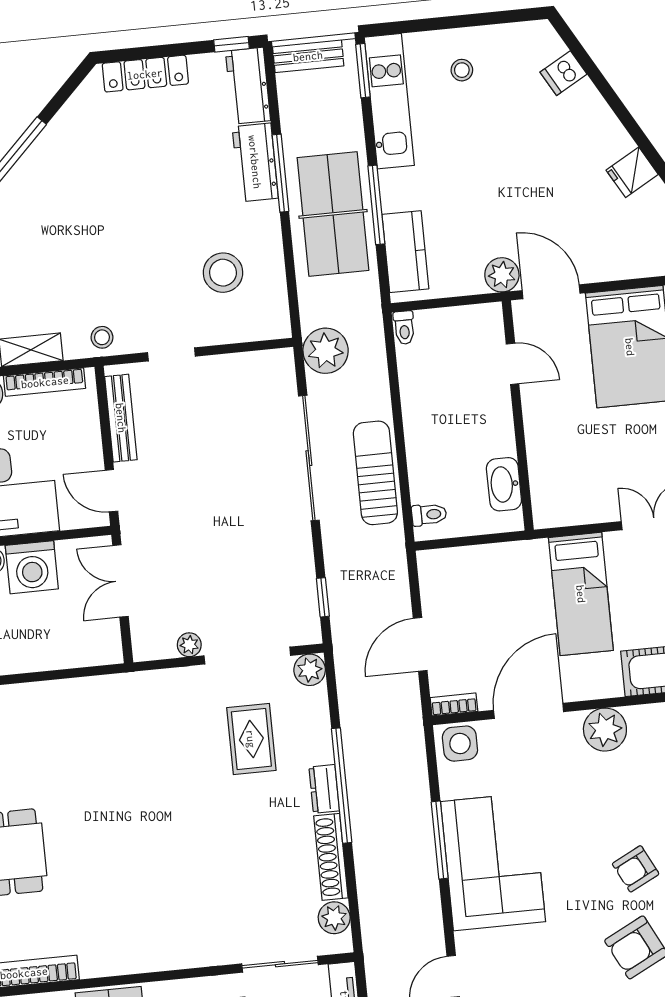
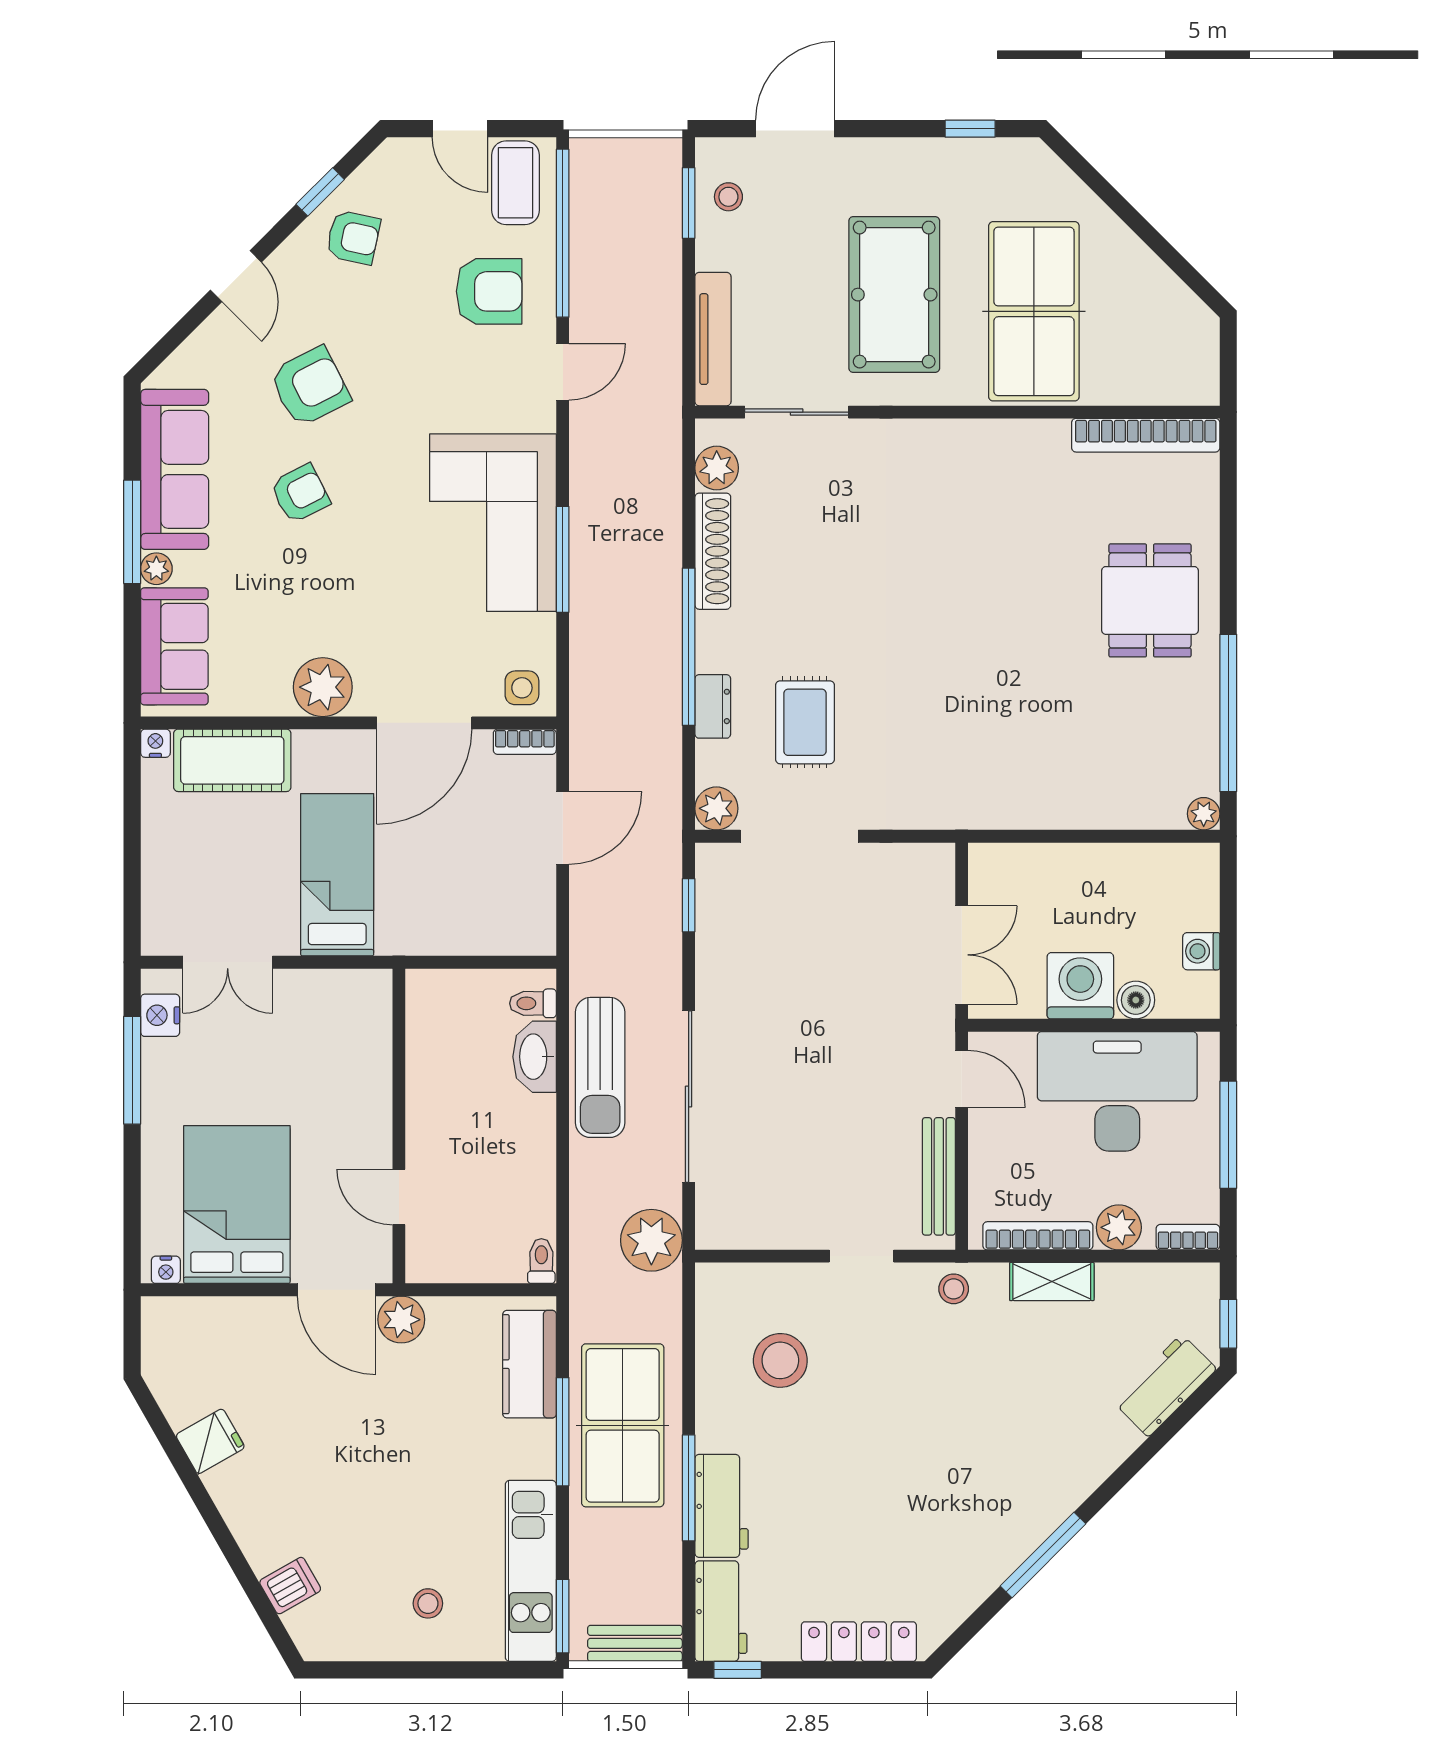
washbasin: (504, 484) -> (535, 1057), moved, turned 180
plant: (189, 645) -> (877, 859), removed
side table: (460, 744) -> (522, 688), width x0.73, depth x0.73
dresser: (324, 789) -> (713, 706), moved

